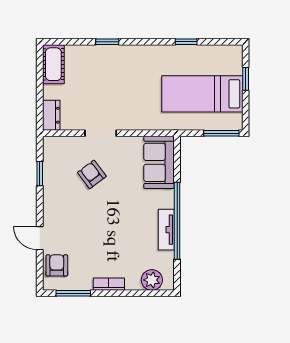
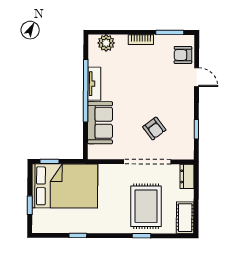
rug: (102, 78) -> (146, 206), added
bed: (202, 94) -> (65, 186), width x1.50
doorway: (101, 133) -> (147, 162), width x1.88
window: (221, 133) -> (49, 161), width x0.67
sofa: (159, 162) -> (100, 123), moved
armchair: (57, 265) -> (183, 55), turned 90

